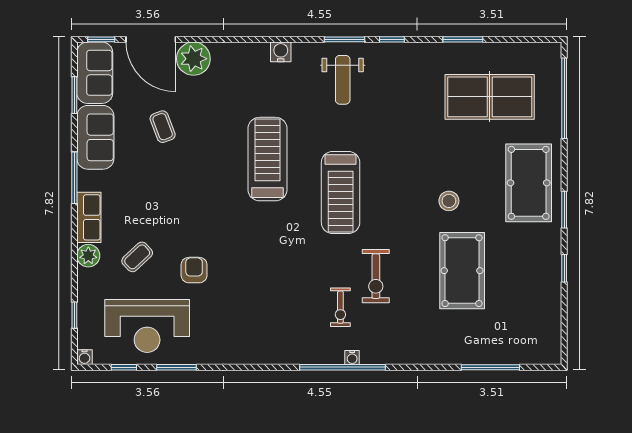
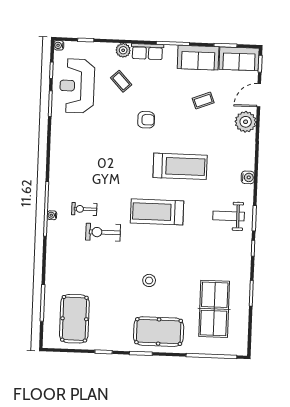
door: (151, 39) -> (259, 95), width x0.73
armchair: (194, 270) -> (146, 120), moved
pool table: (462, 271) -> (74, 319), moved, turned 90

